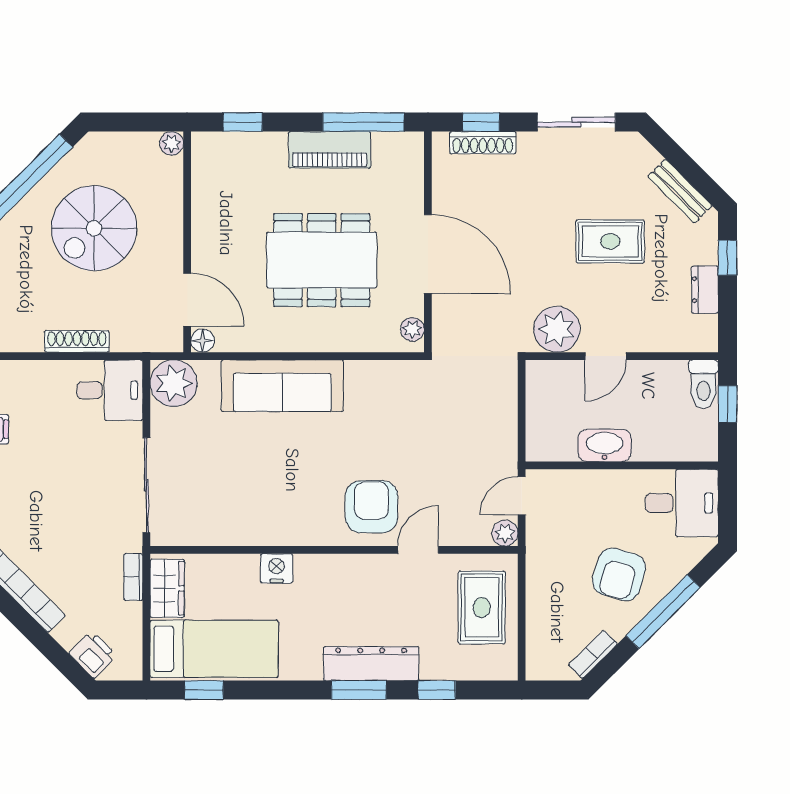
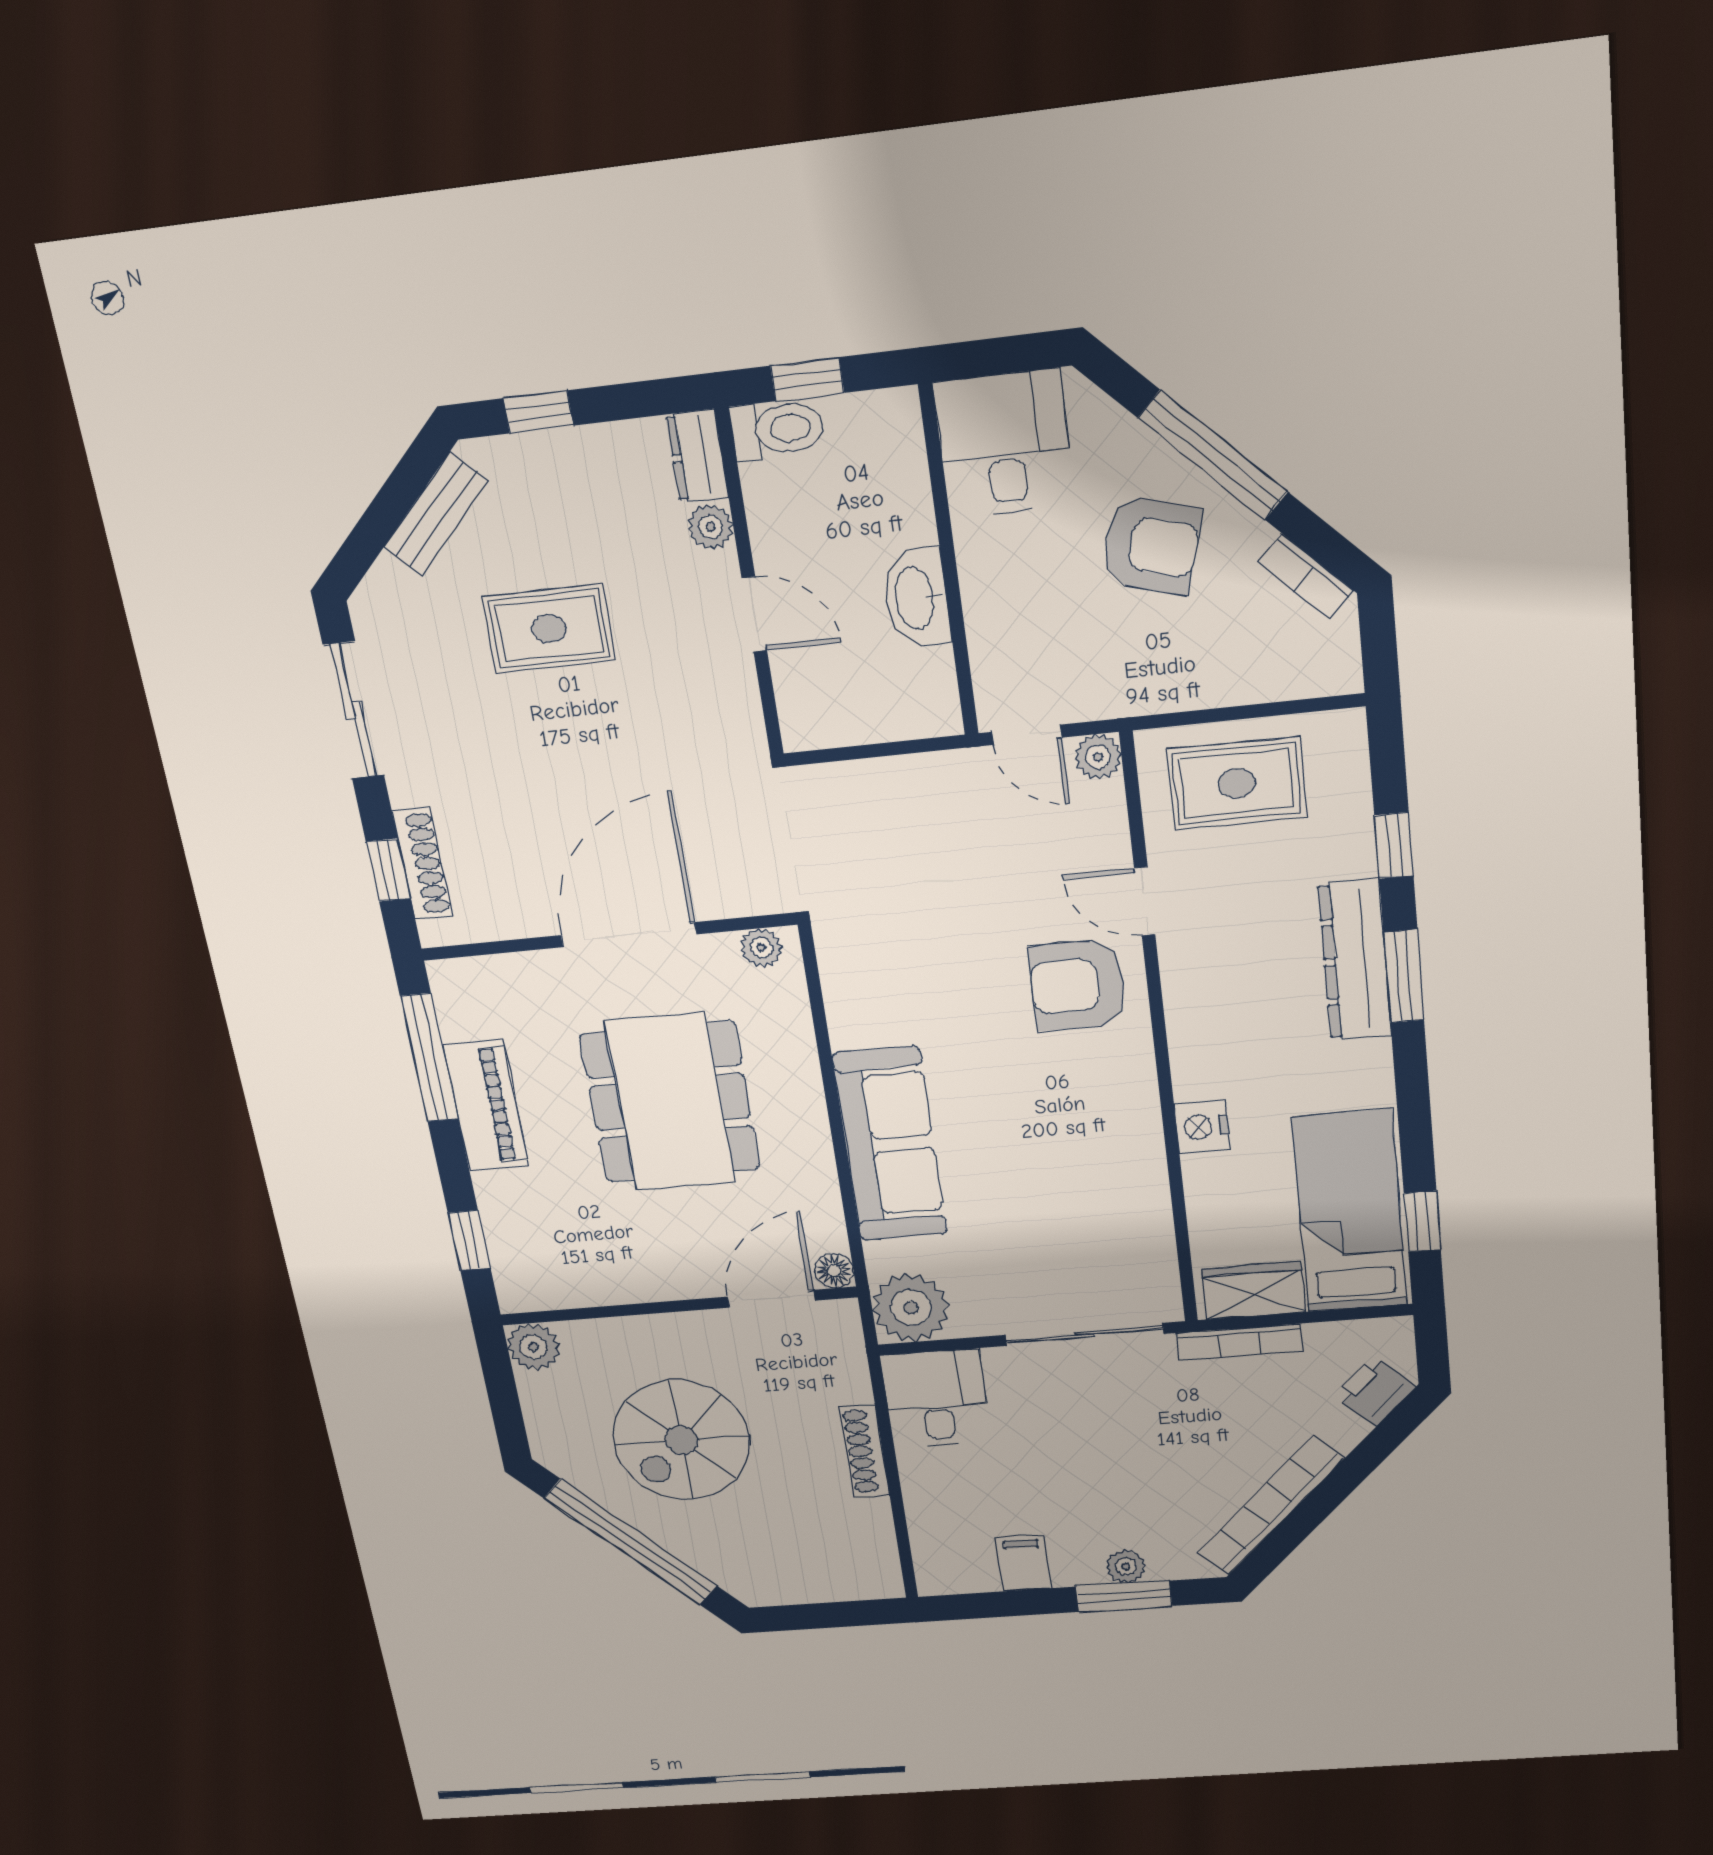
plant: (171, 143) -> (534, 1347), width x1.38, depth x1.38
spiral stairs: (94, 228) -> (681, 1440), turned 90
rug: (610, 241) -> (549, 629), turned 90
dresser: (705, 290) -> (697, 456), moved, turned 90
plant: (557, 329) -> (711, 527), moved, width x0.53, depth x0.53
bookcase: (133, 577) -> (1239, 1342), width x1.56

